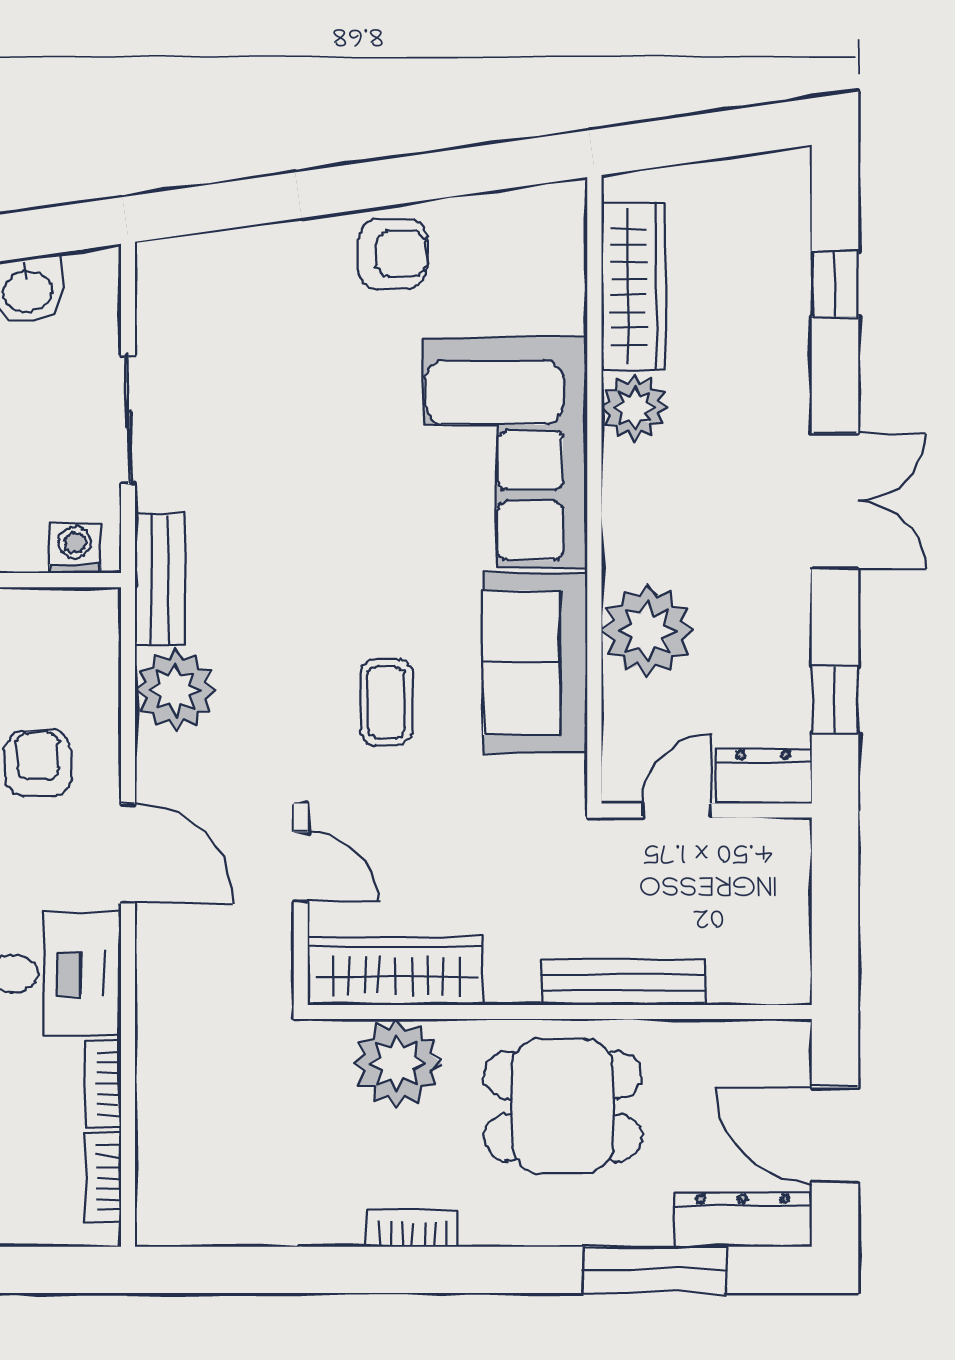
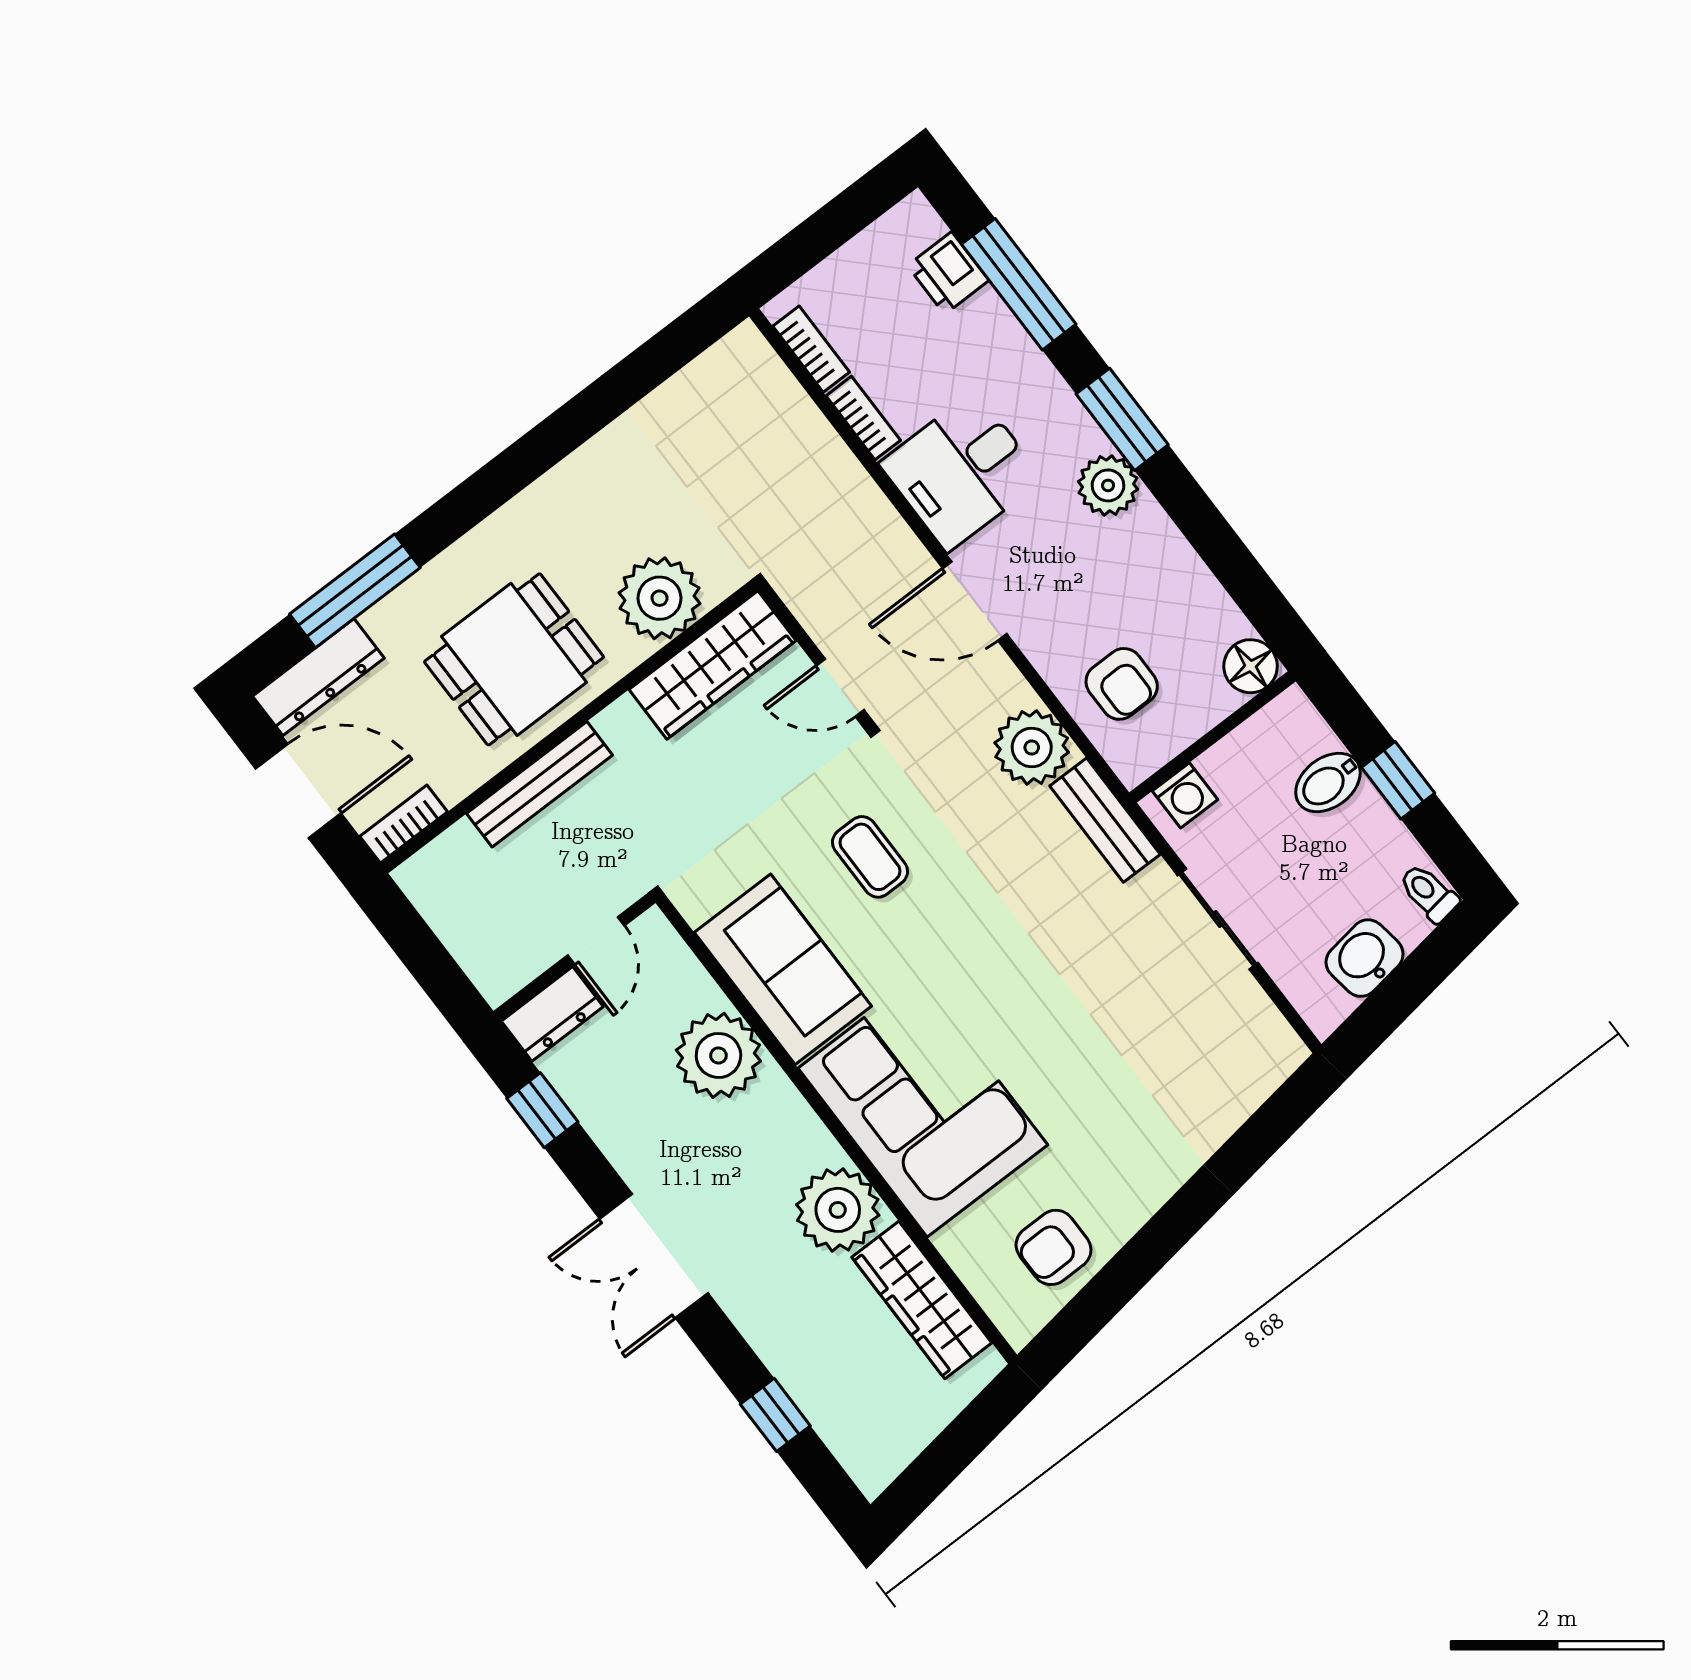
armchair: (393, 254) -> (1054, 1247), moved
plant: (634, 408) -> (838, 1210), width x1.36, depth x1.36
armchair: (38, 764) -> (1122, 684), moved
bookcase: (413, 1228) -> (404, 824), moved, turned 180

